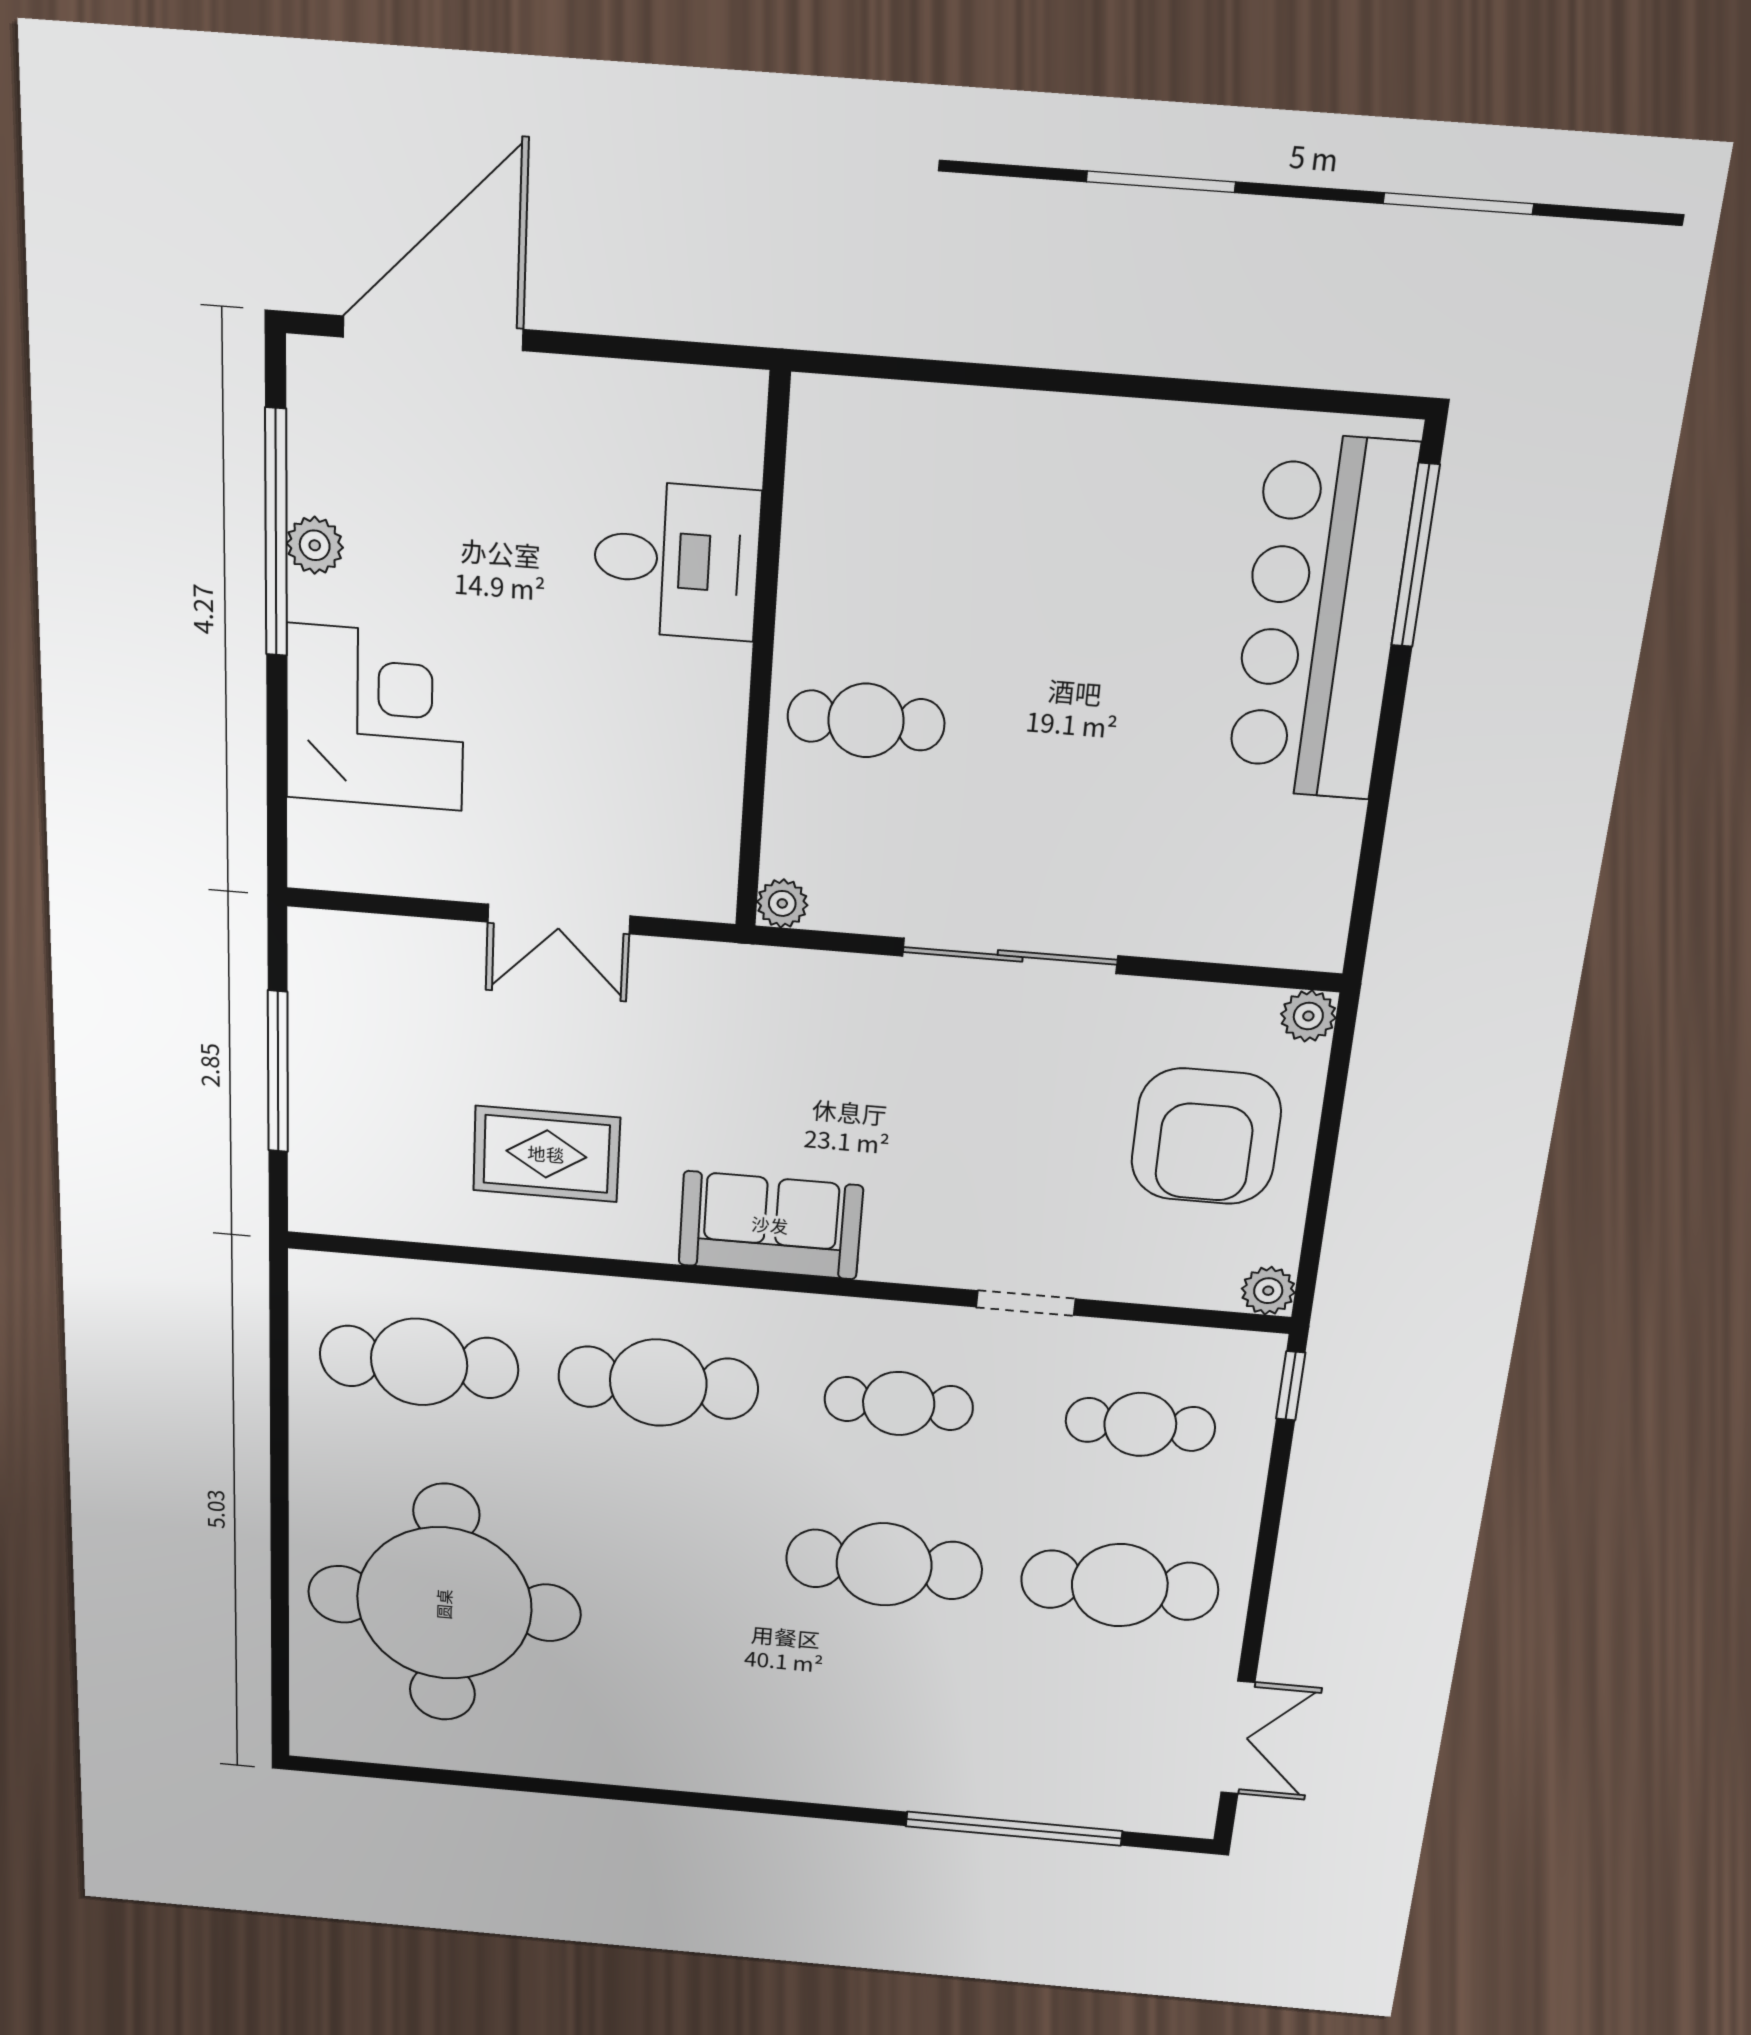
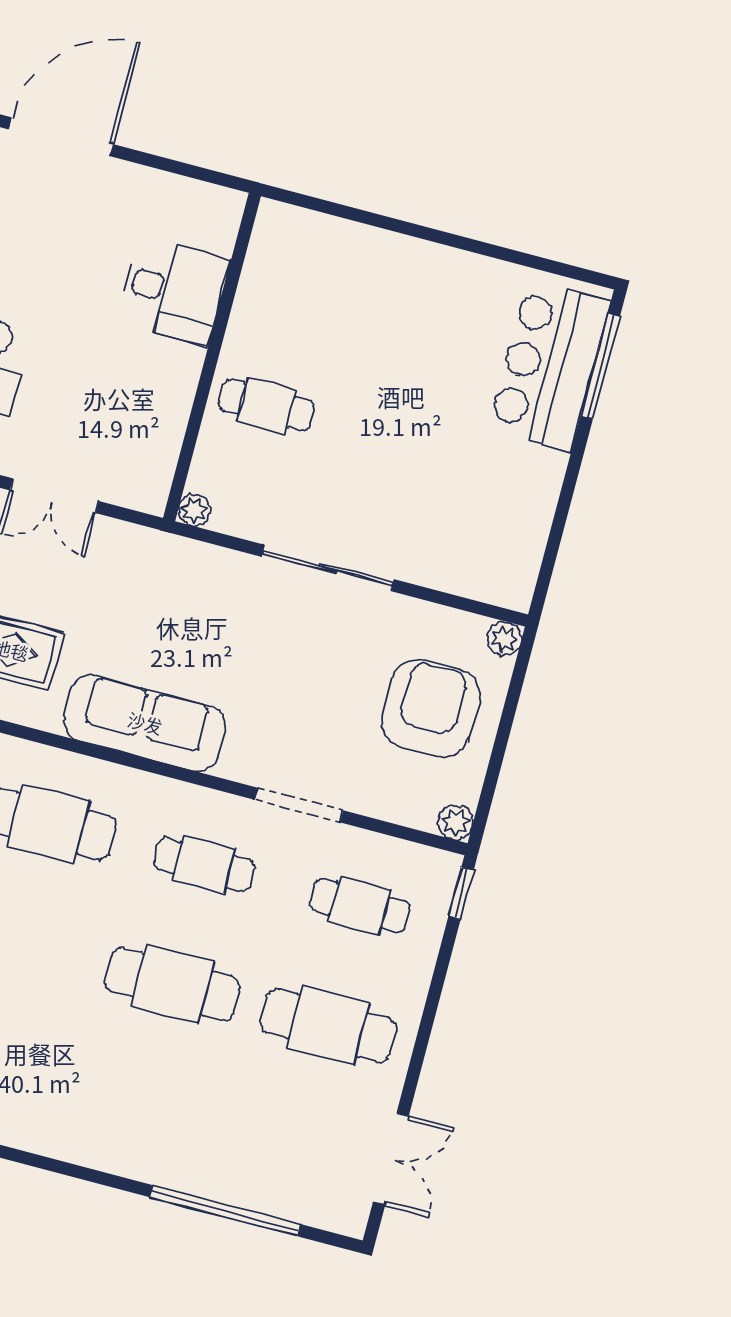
bar counter: (1321, 619) -> (549, 366), width x0.73
armchair: (1206, 1136) -> (431, 708), turned 180
sofa: (770, 1225) -> (145, 723), width x1.36
doorway: (1026, 1303) -> (299, 805), width x1.38

